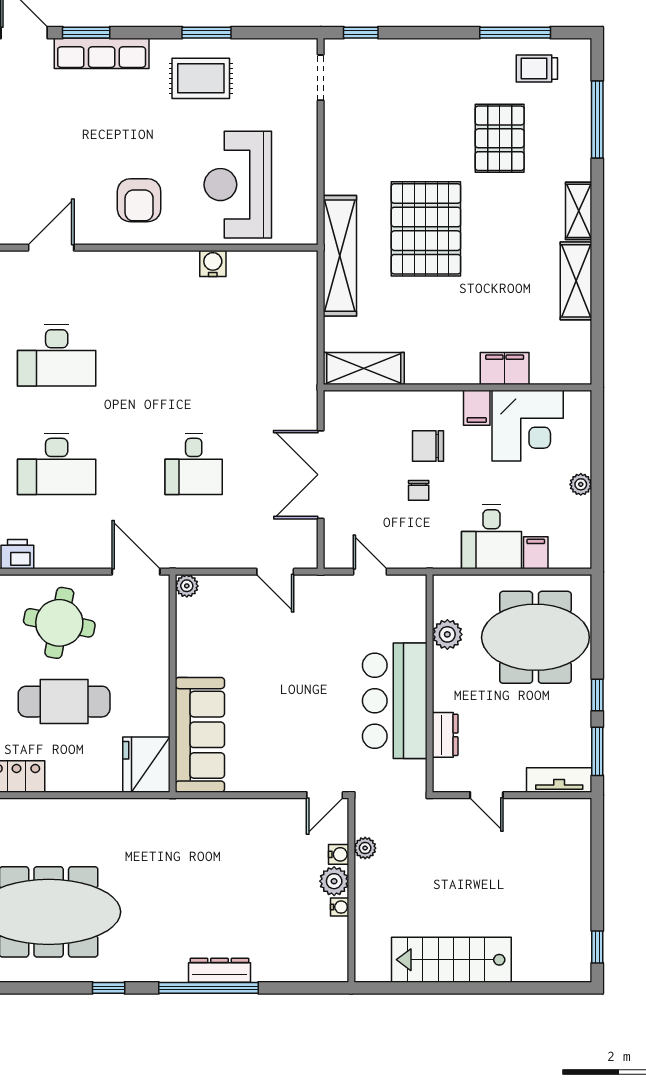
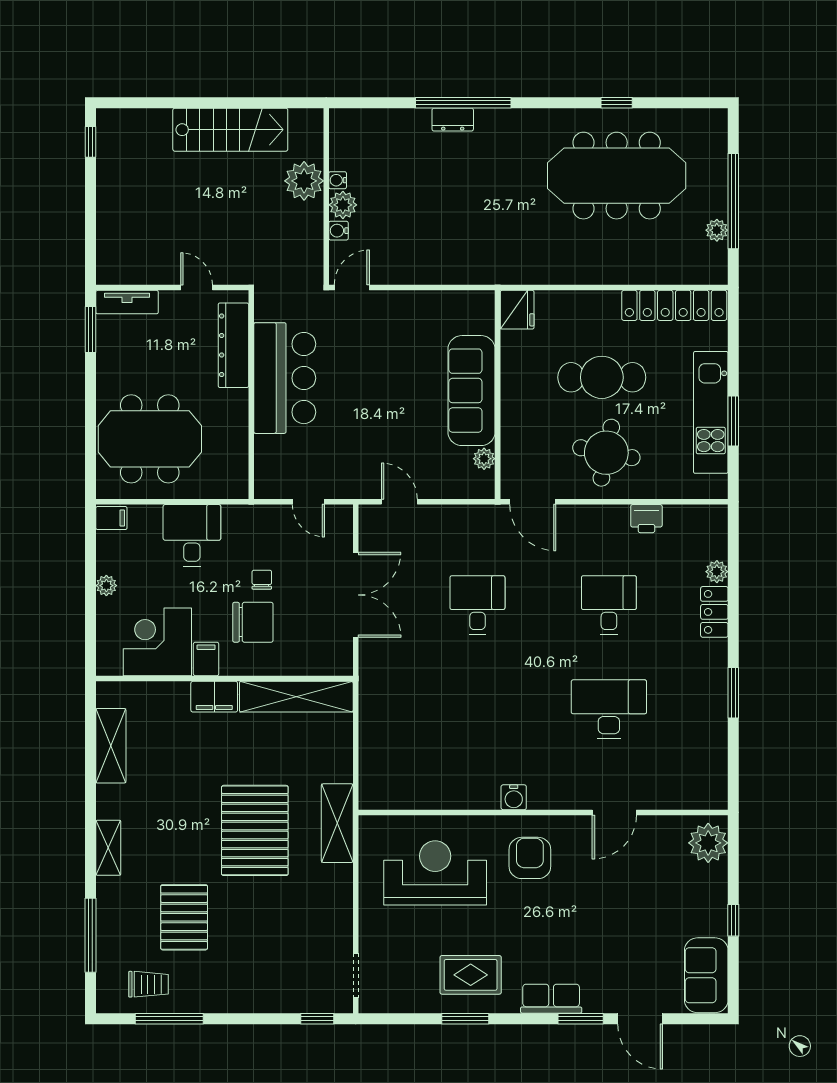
row of seats: (102, 53) -> (551, 999), width x0.68
reception desk: (238, 185) -> (435, 873), turned -90
shelving: (340, 256) -> (337, 823), width x0.68
water cooler: (213, 264) -> (514, 797), moved
shelving: (576, 281) -> (111, 746), moved
shelving: (364, 368) -> (296, 697), width x1.47
filing cabinet: (505, 368) -> (214, 697), moved
chair: (428, 446) -> (253, 622), width x1.37, depth x1.37
desk: (57, 464) -> (609, 605), width x0.73
filing cabinet: (536, 553) -> (111, 518), moved, turned -90
plant: (187, 586) -> (484, 459), moved
plant: (447, 634) -> (234, 442), removed
window: (597, 695) -> (91, 384), removed
sofa: (200, 735) -> (472, 391), moved
dresser: (445, 735) -> (233, 345), width x1.96, depth x1.24
fridge: (146, 765) -> (517, 310), width x0.73, depth x0.75
plant: (365, 848) -> (304, 181), moved, width x1.88, depth x1.88
dresser: (219, 970) -> (453, 120), width x0.70
window: (109, 988) -> (617, 103), moved

